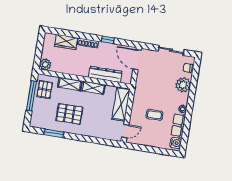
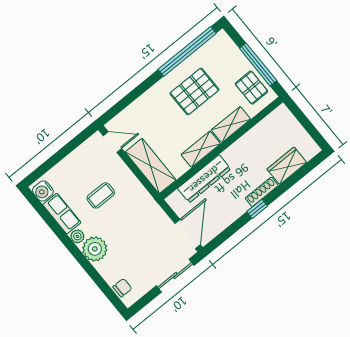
window: (108, 40) -> (257, 209), moved
sliding door: (171, 50) -> (175, 276), moved
door: (137, 60) -> (188, 234), hinge flipped
plant: (45, 64) -> (282, 116), removed
plant: (183, 85) -> (95, 249), moved
door: (125, 131) -> (112, 142), swing flipped
window: (54, 133) -> (187, 51), width x2.11

